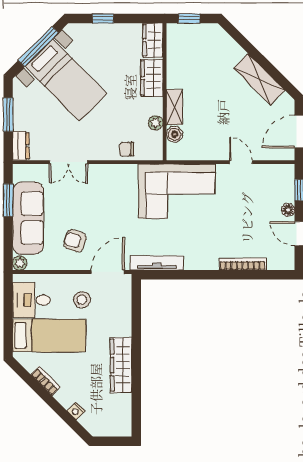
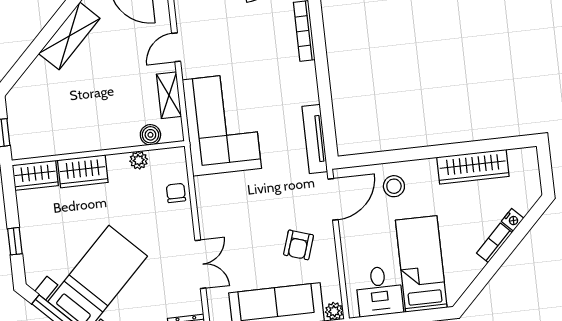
shelving: (174, 107) -> (169, 95), moved, turned 90
chair: (127, 149) -> (176, 193), turned 180
door: (108, 272) -> (333, 199), swing flipped
stool: (82, 300) -> (394, 186), moved
wardrobe: (121, 365) -> (473, 167), moved
bookcase: (46, 381) -> (494, 243), moved

